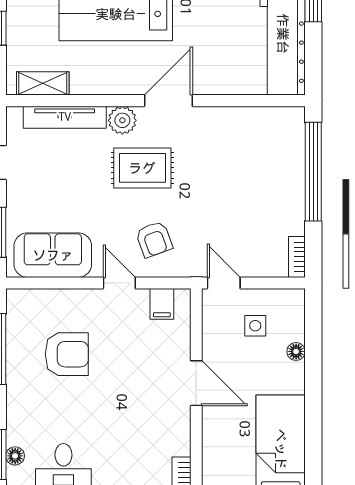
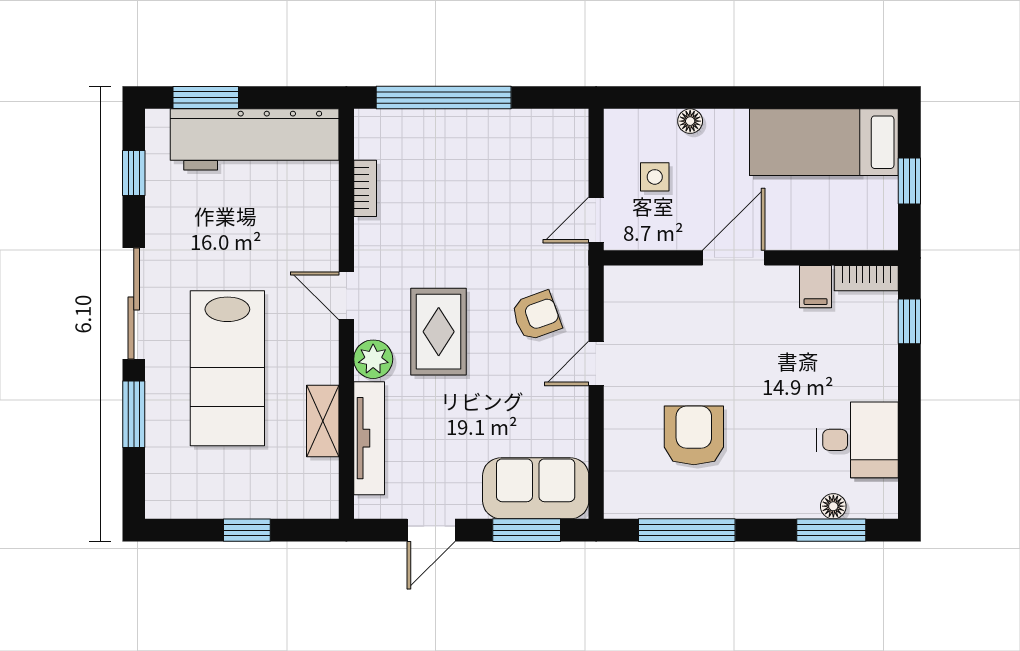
shelving: (43, 83) -> (323, 421), moved
door: (169, 101) -> (346, 296), width x0.73
sofa: (53, 255) -> (536, 488), moved, turned 90
bookcase: (297, 257) -> (365, 188), moved, turned -90
filing cabinet: (162, 304) -> (816, 287), moved, turned 90

